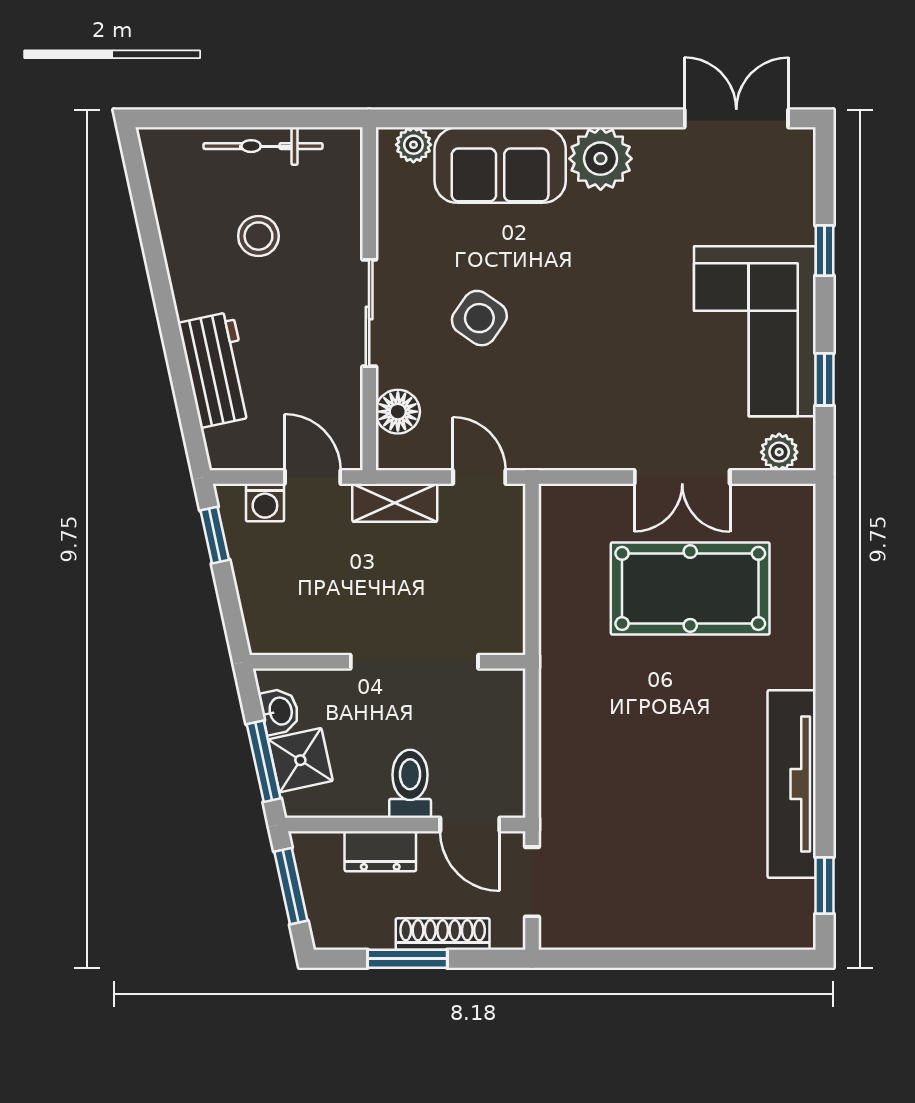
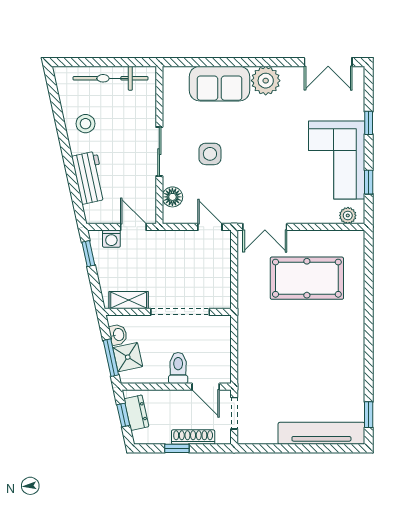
double door: (736, 118) -> (328, 62), swing flipped
plant: (413, 145) -> (180, 74), removed
bicycle: (263, 146) -> (111, 78), width x1.37, depth x1.40
stool: (258, 236) -> (85, 124), moved
side table: (479, 318) -> (210, 154), turned -35
double door: (682, 477) -> (265, 227), moved
shelving: (395, 503) -> (129, 300), moved
tv unit: (792, 784) -> (321, 433), moved, turned 90
dresser: (380, 851) -> (136, 413), moved, turned -102
window: (291, 886) -> (123, 415), width x0.67
window: (407, 959) -> (177, 448), width x0.67

